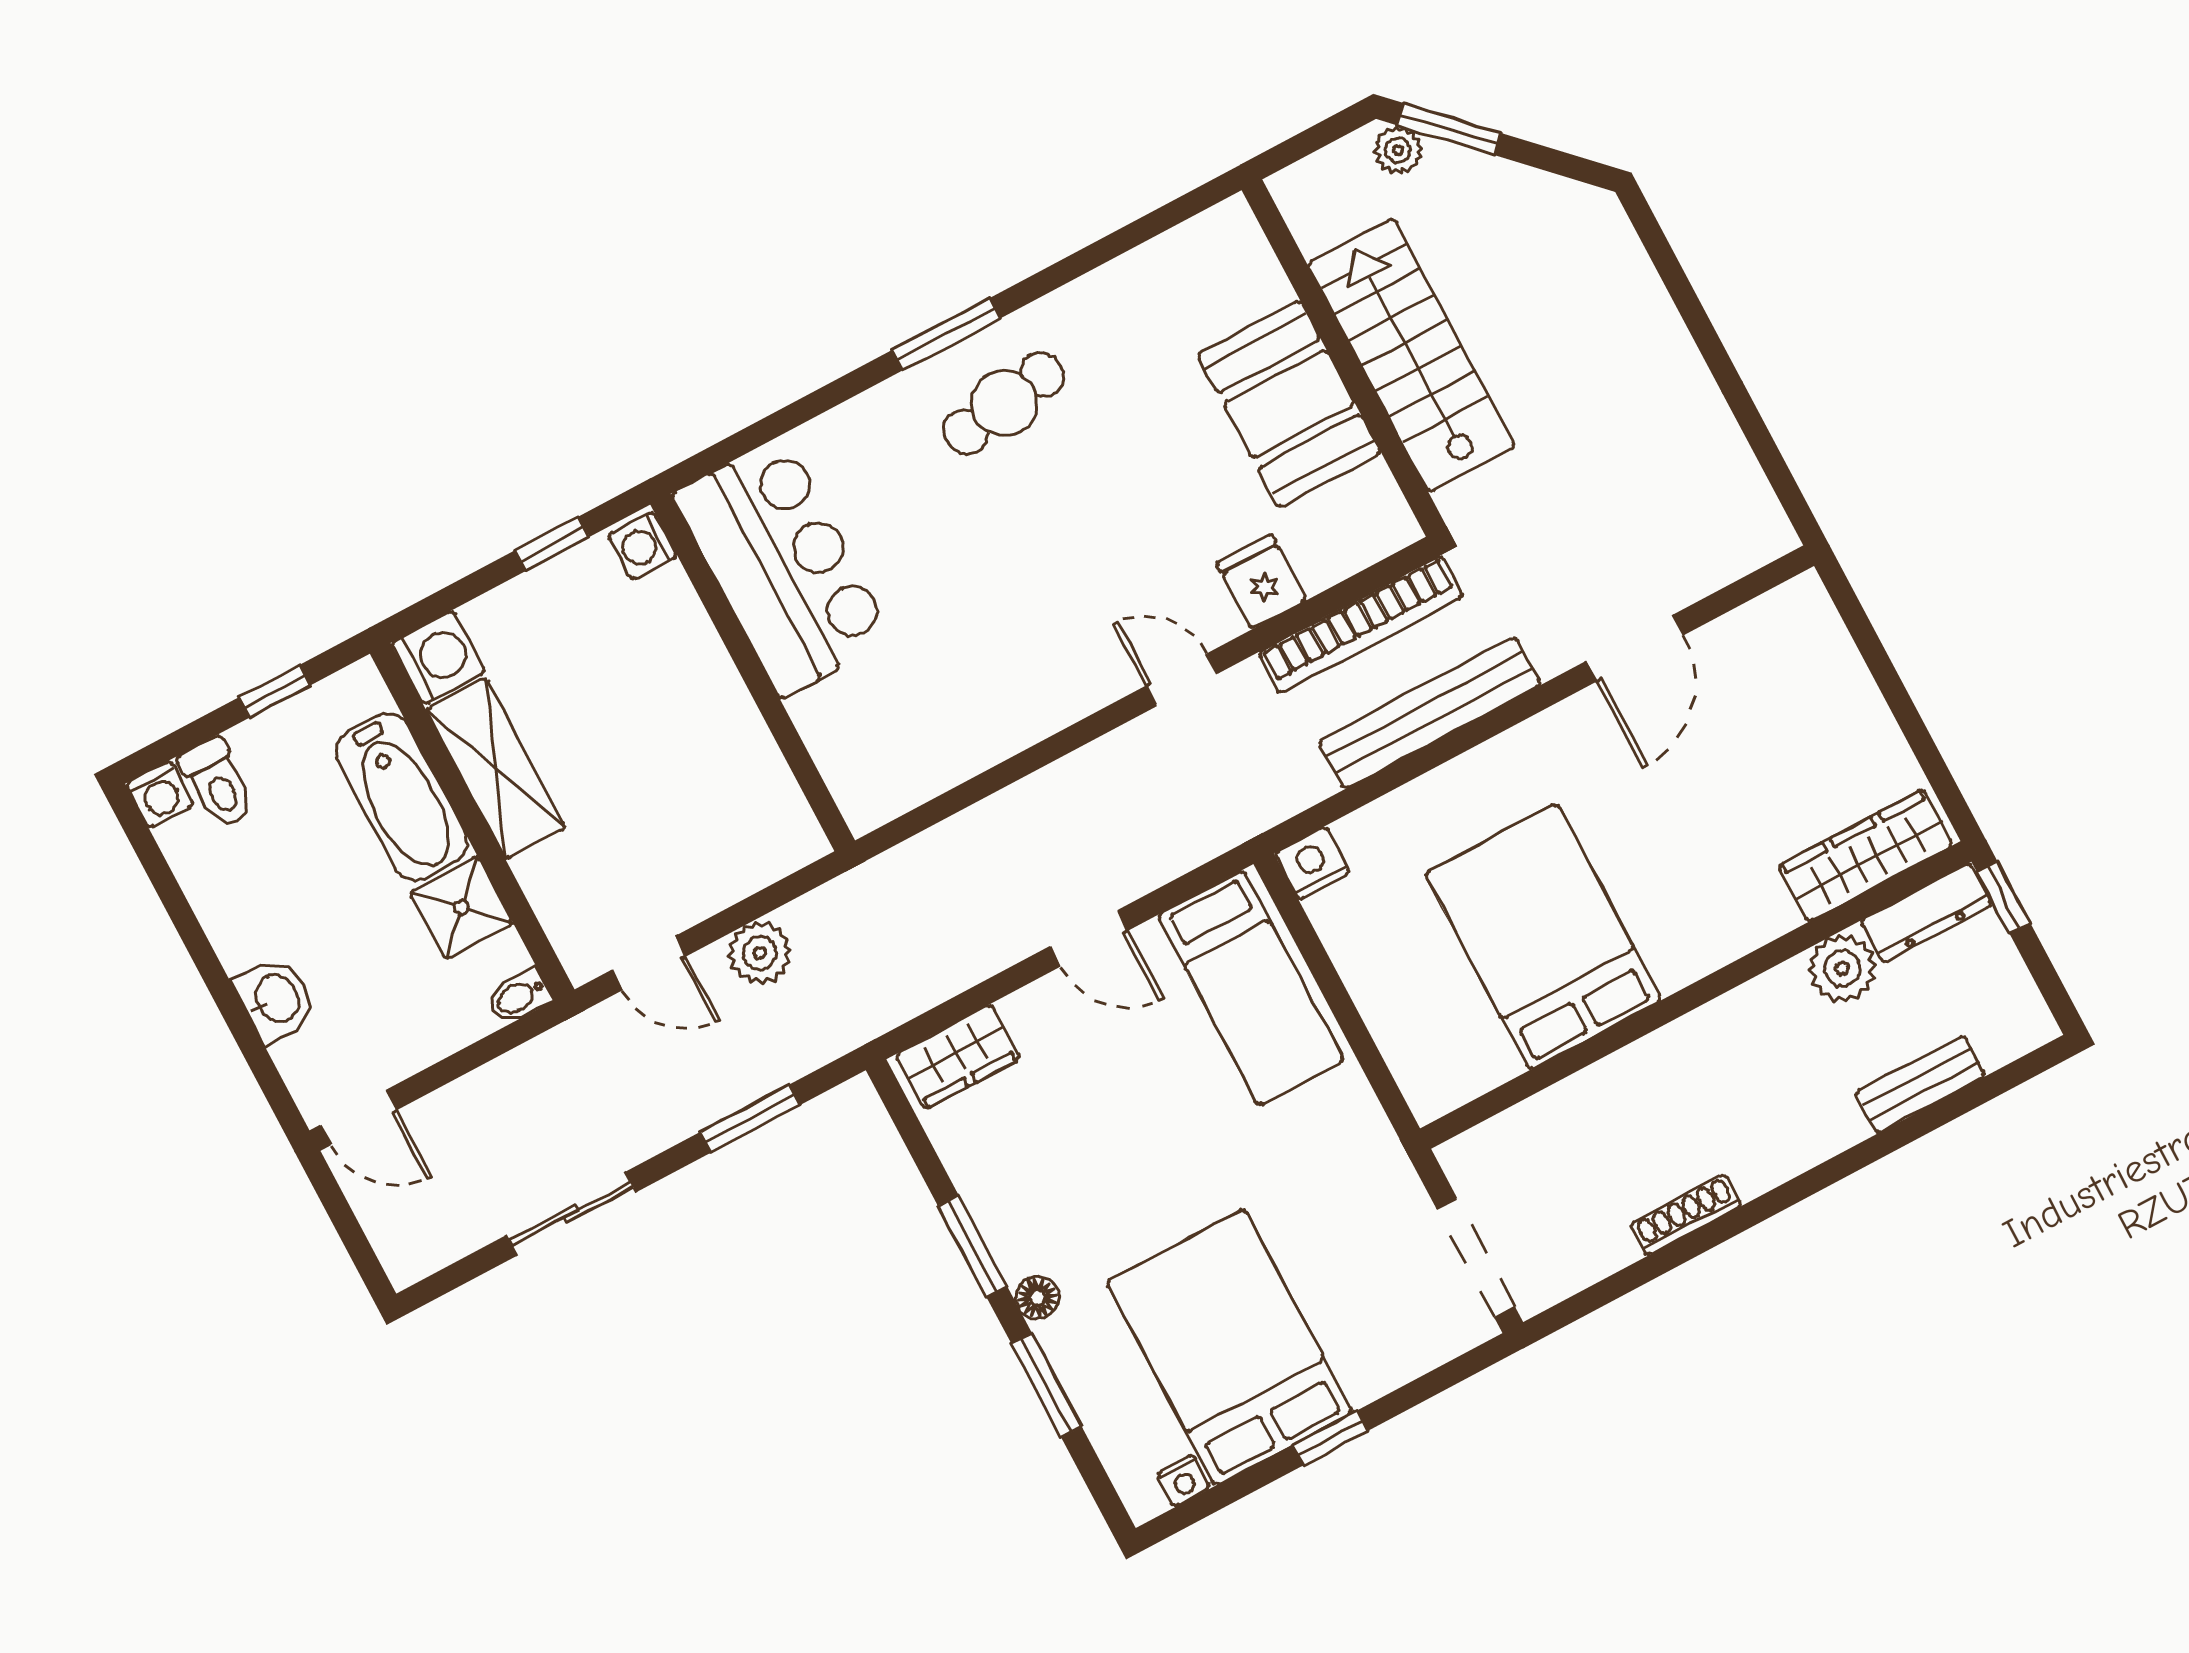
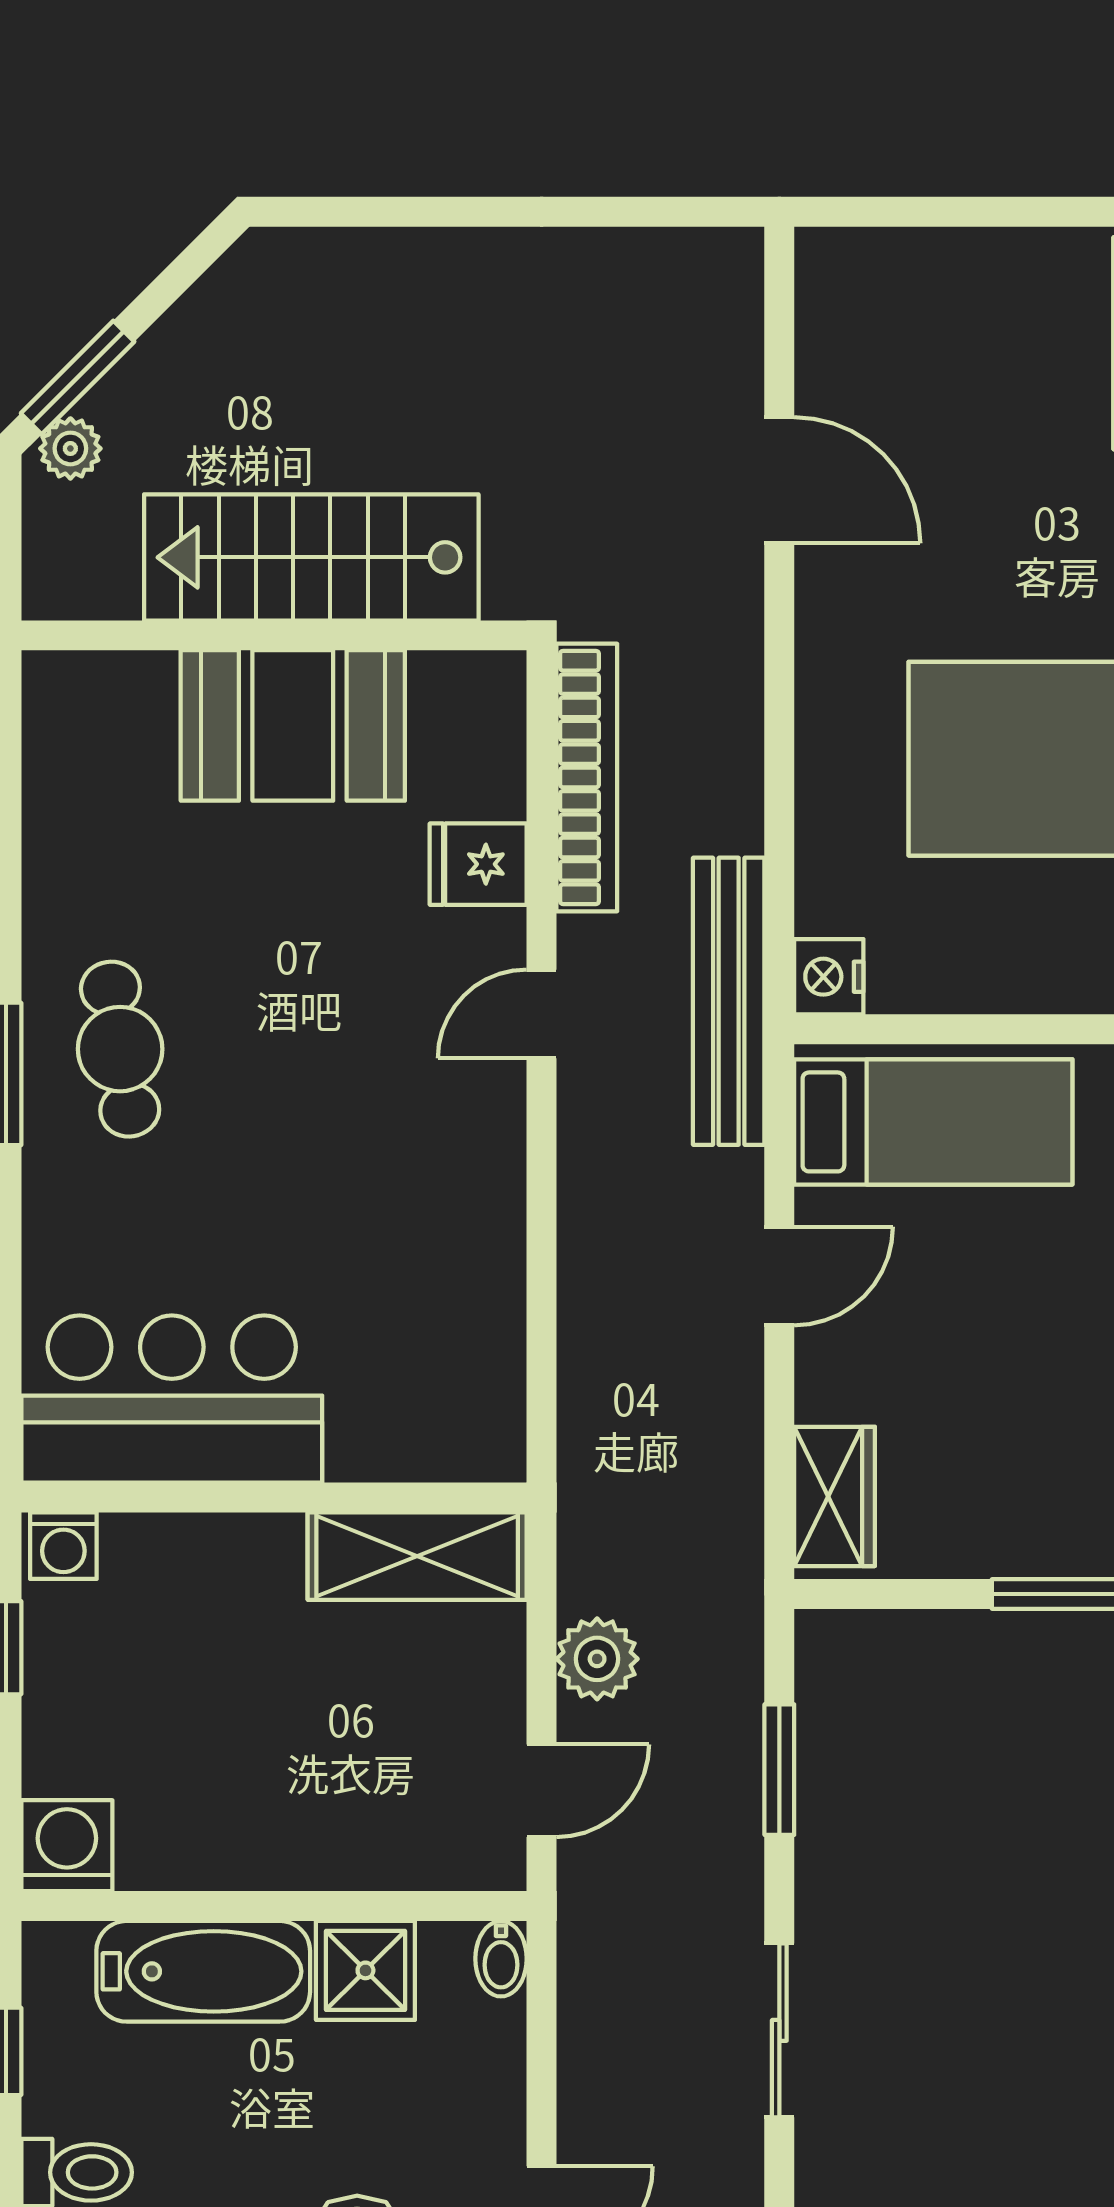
bench: (1429, 713) -> (729, 1001), moved
shelving: (496, 769) -> (417, 1556), moved

